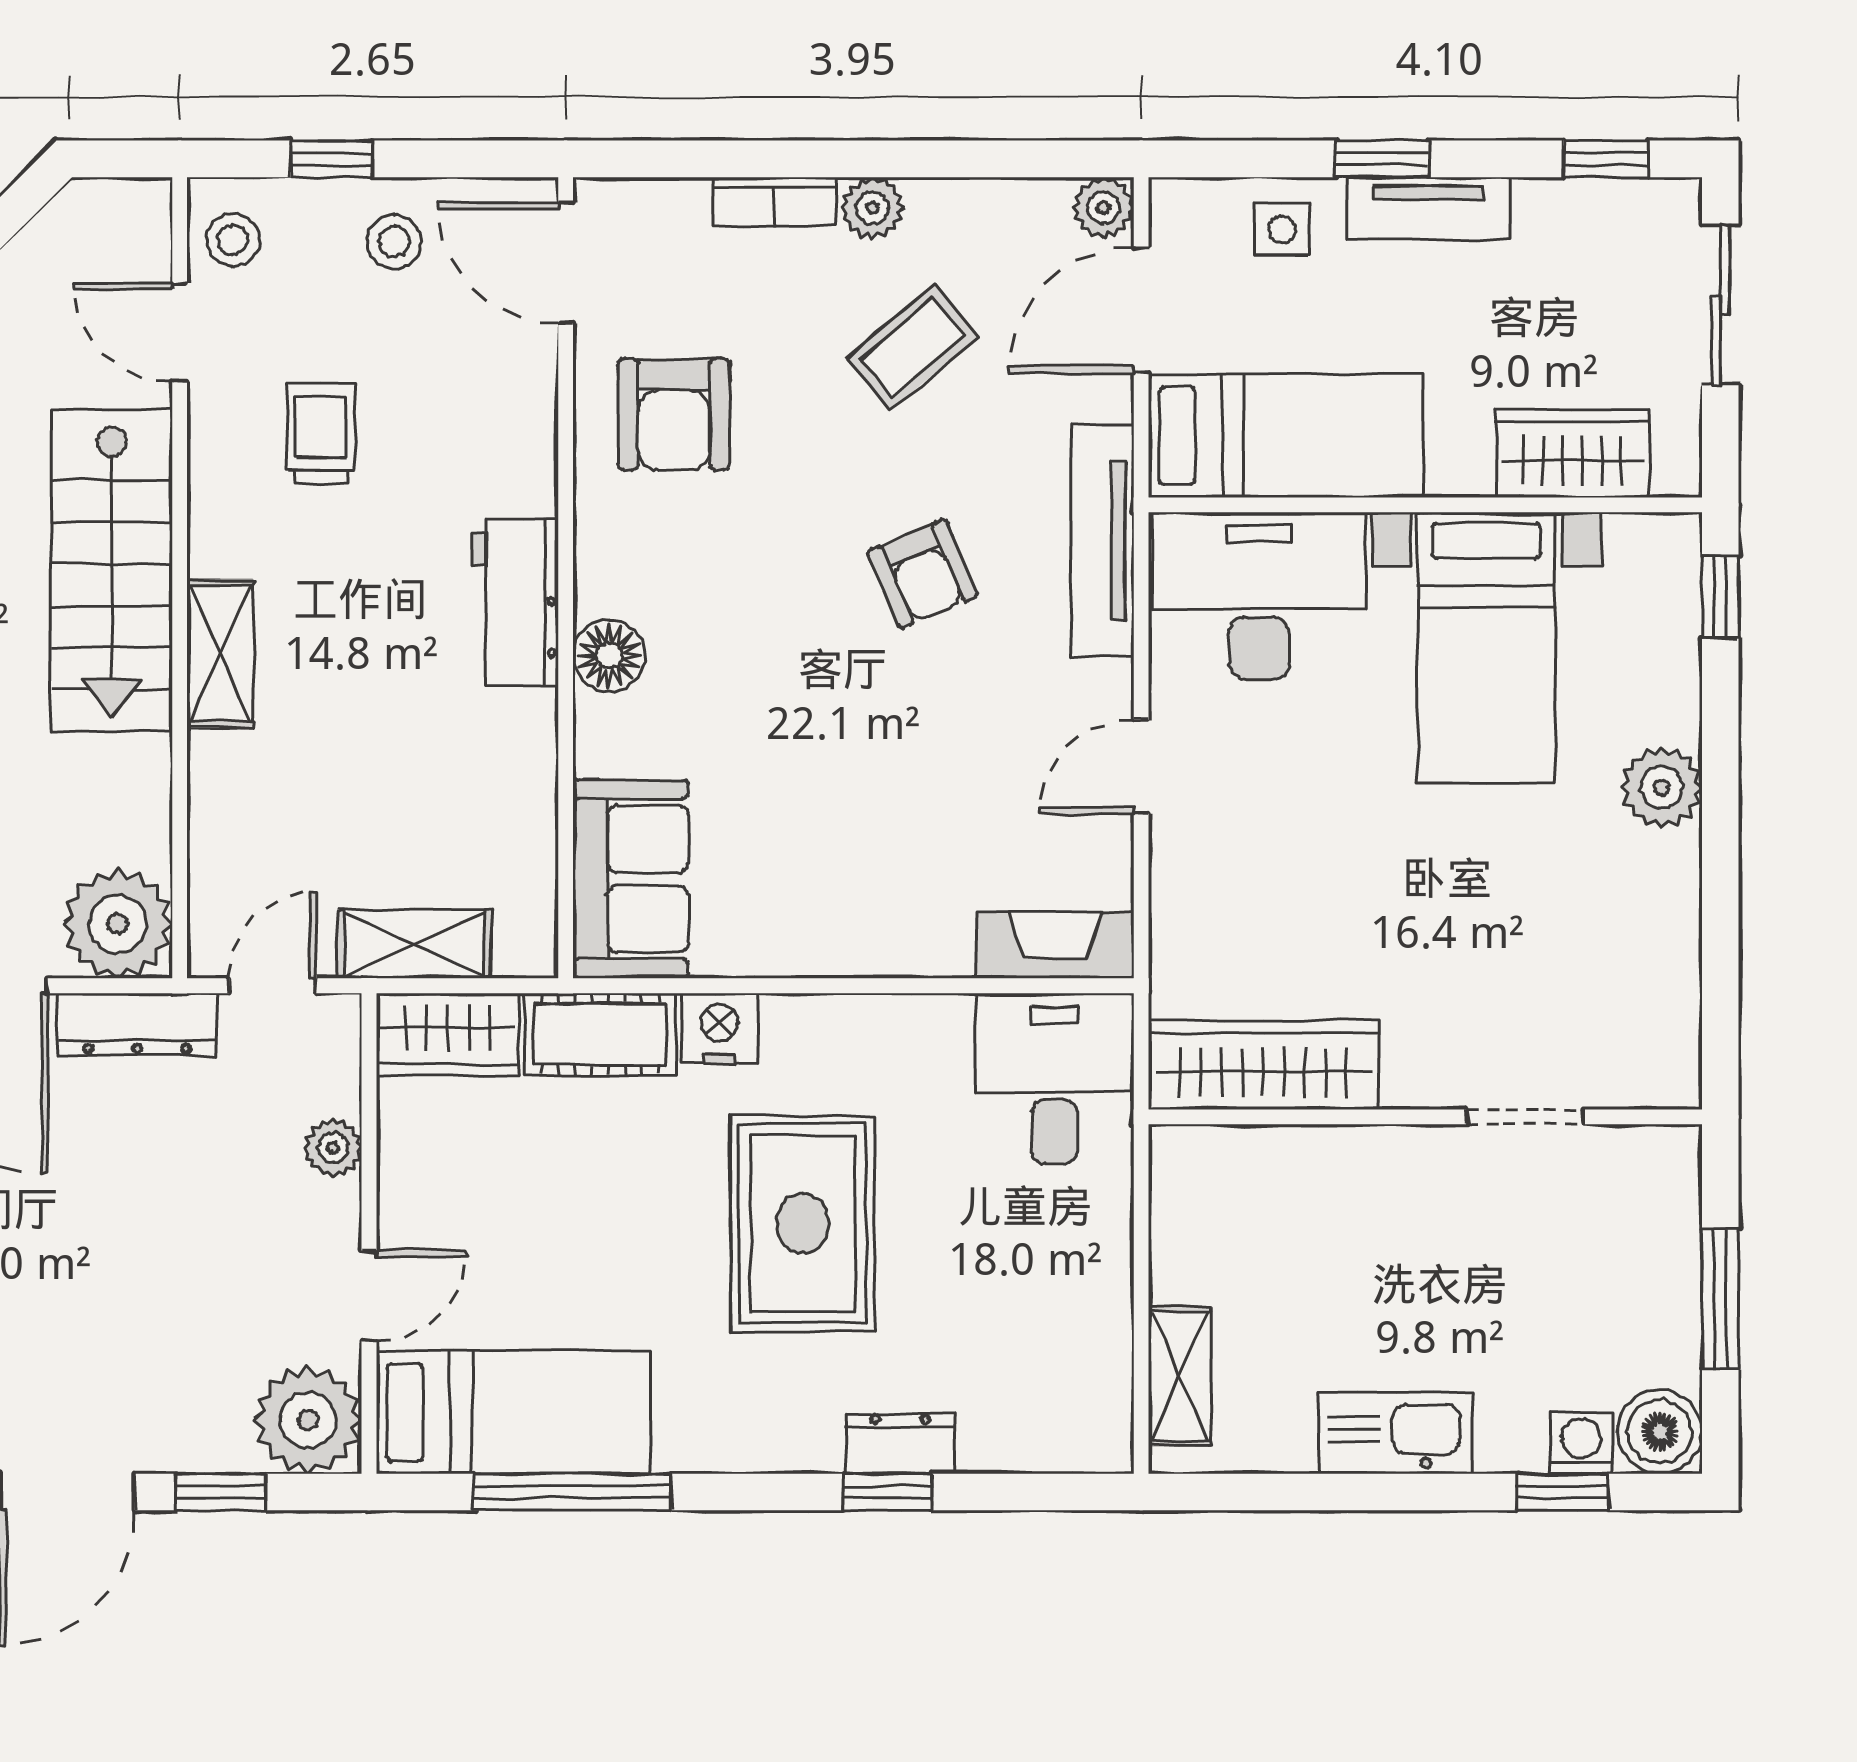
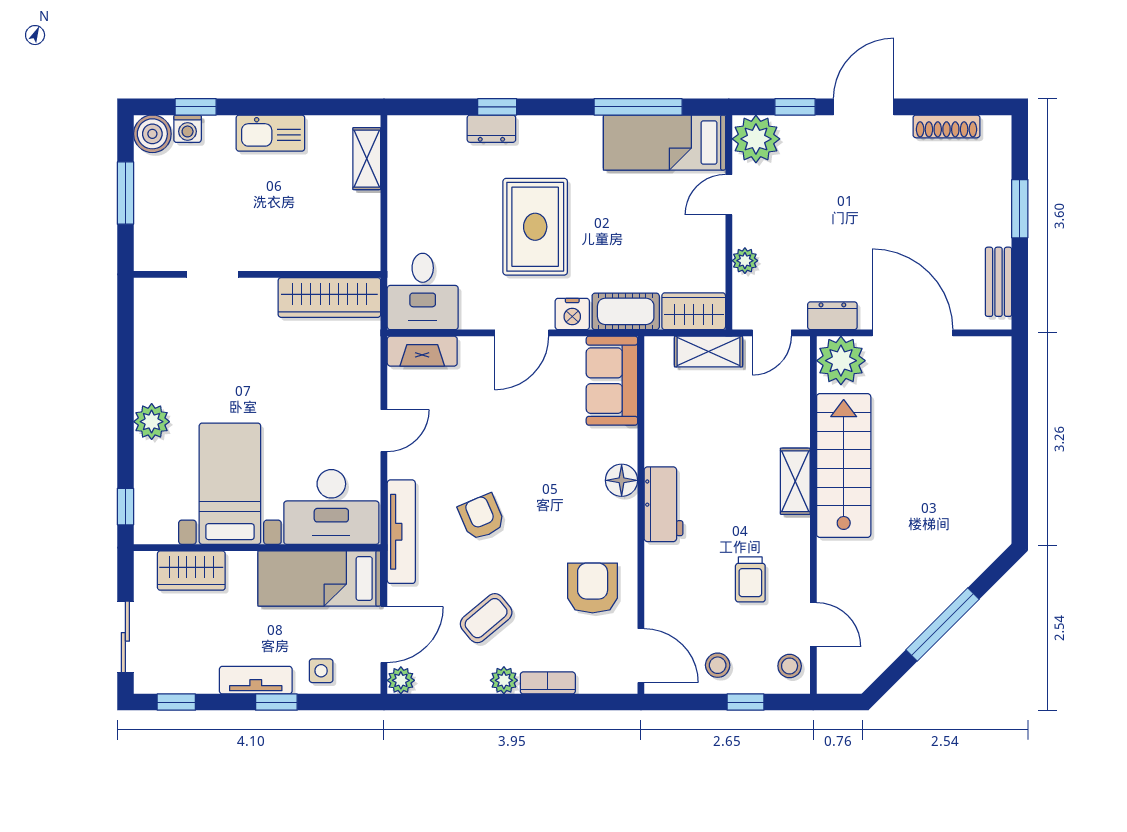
stairs: (112, 570) -> (844, 466), moved
door: (832, 986) -> (522, 333), added
dresser: (137, 1024) -> (832, 316), width x0.70

